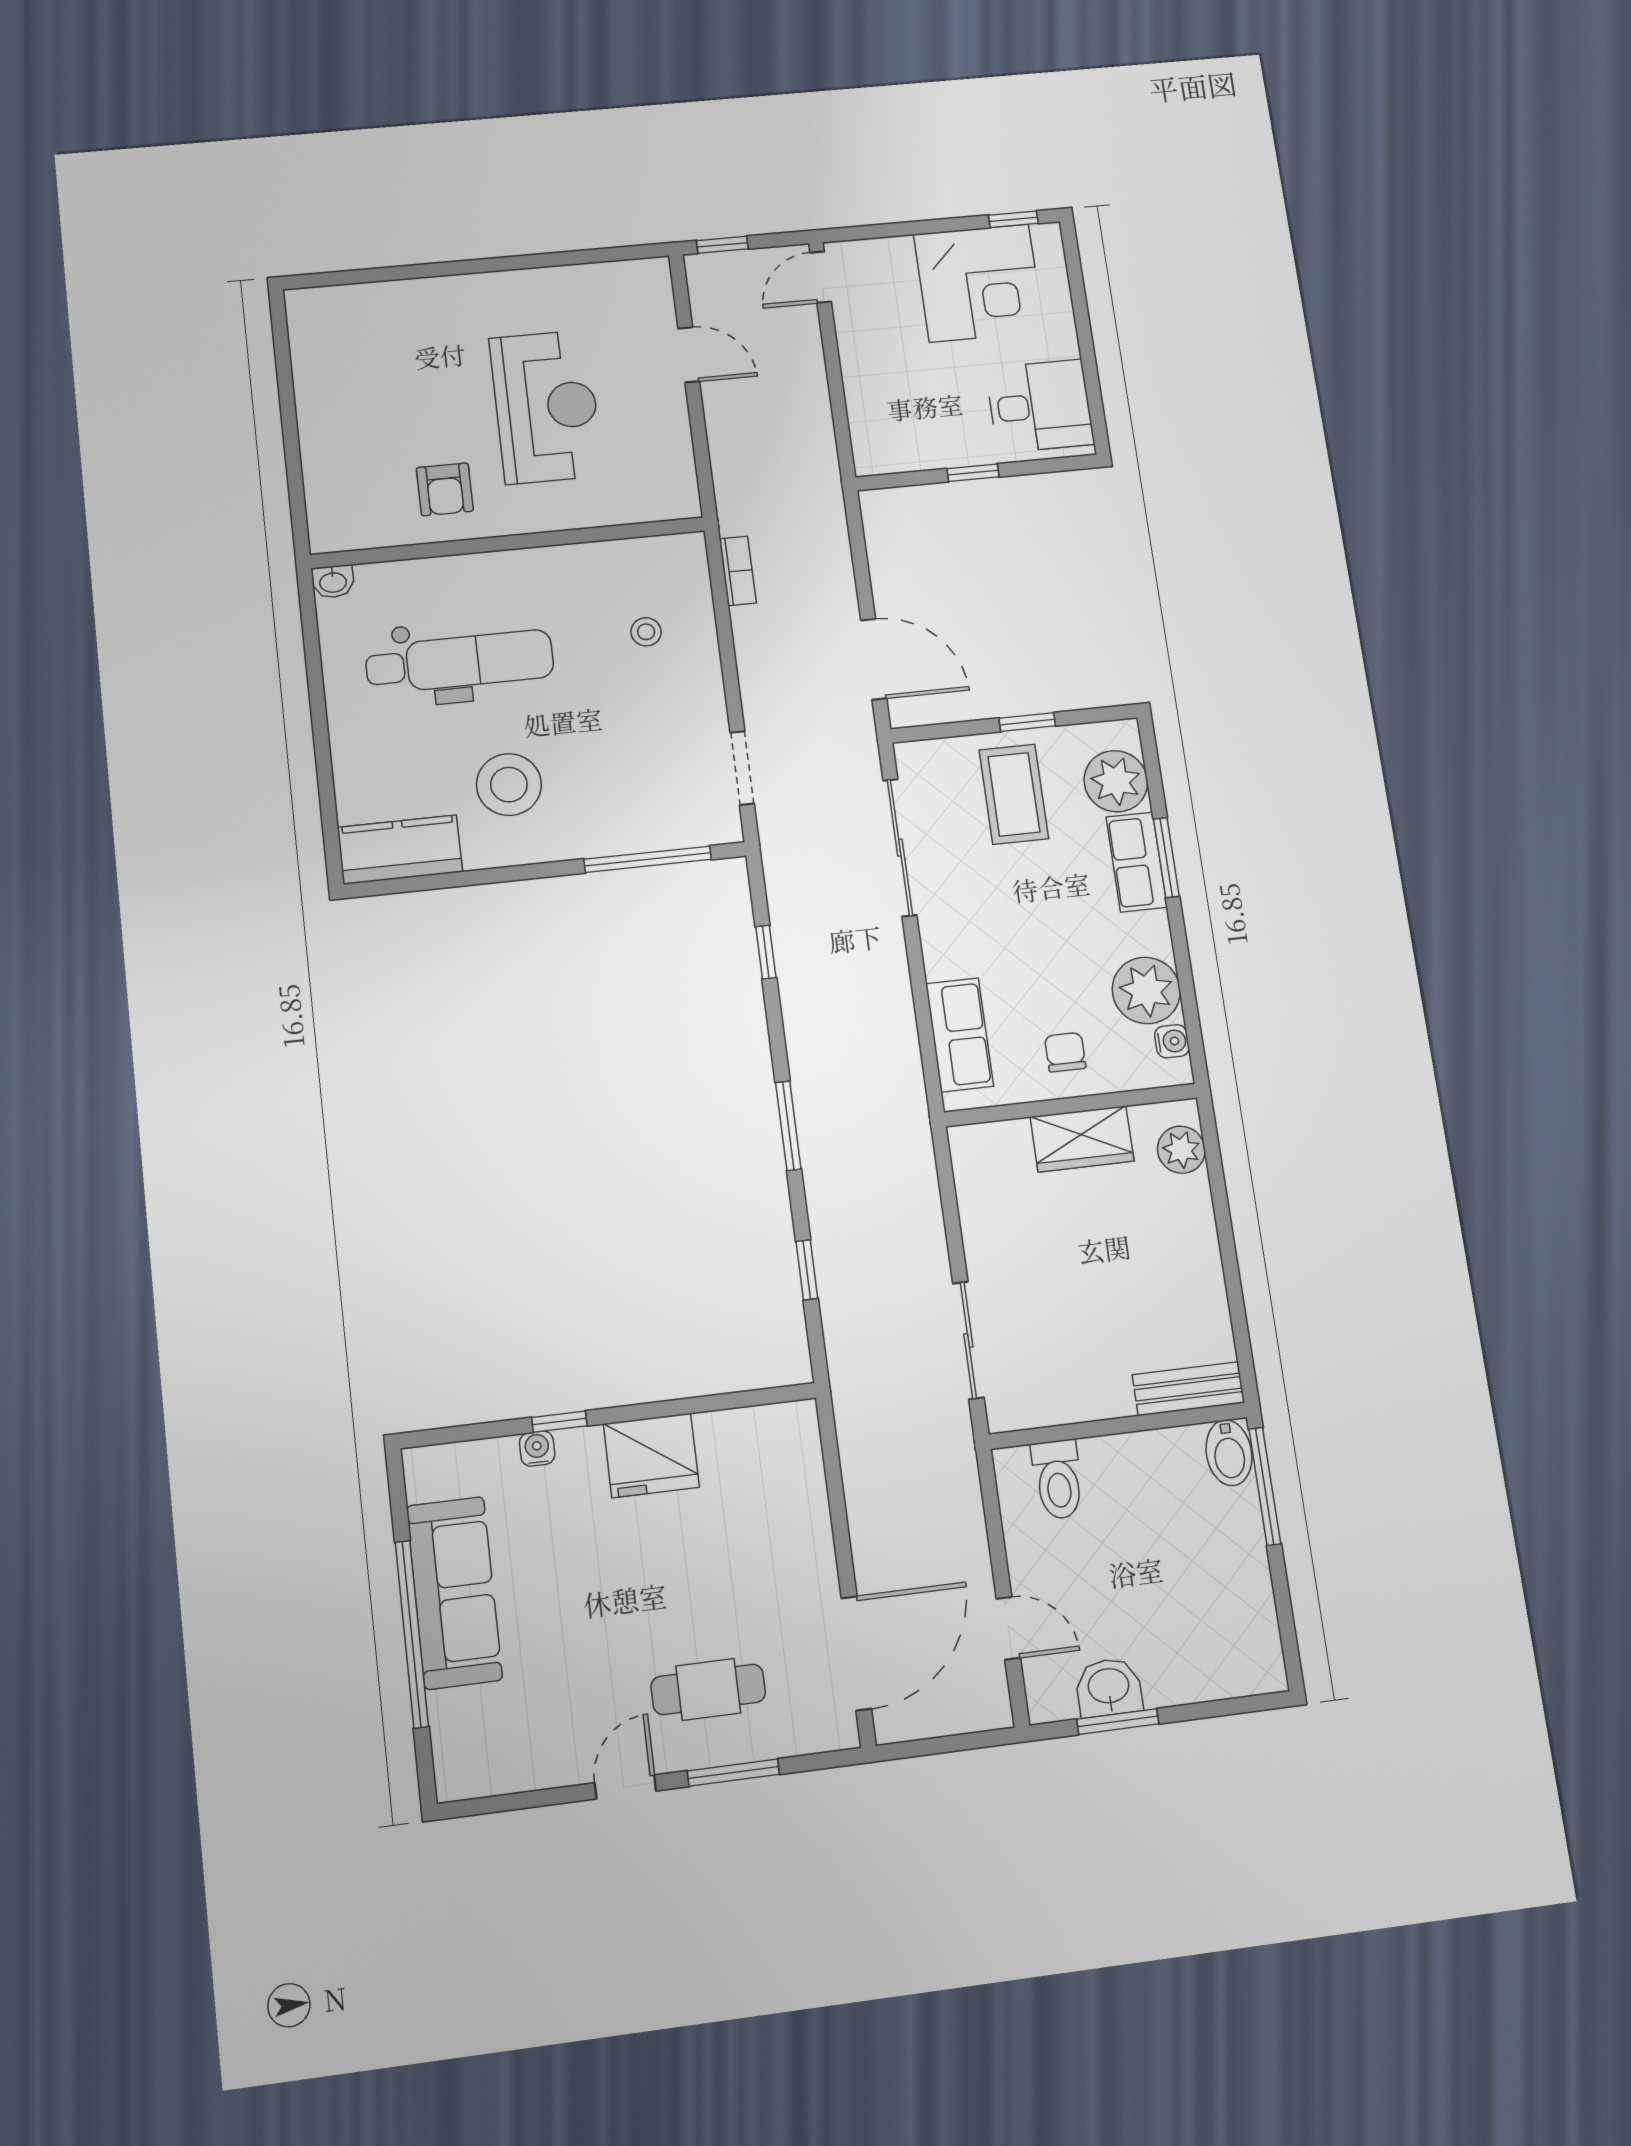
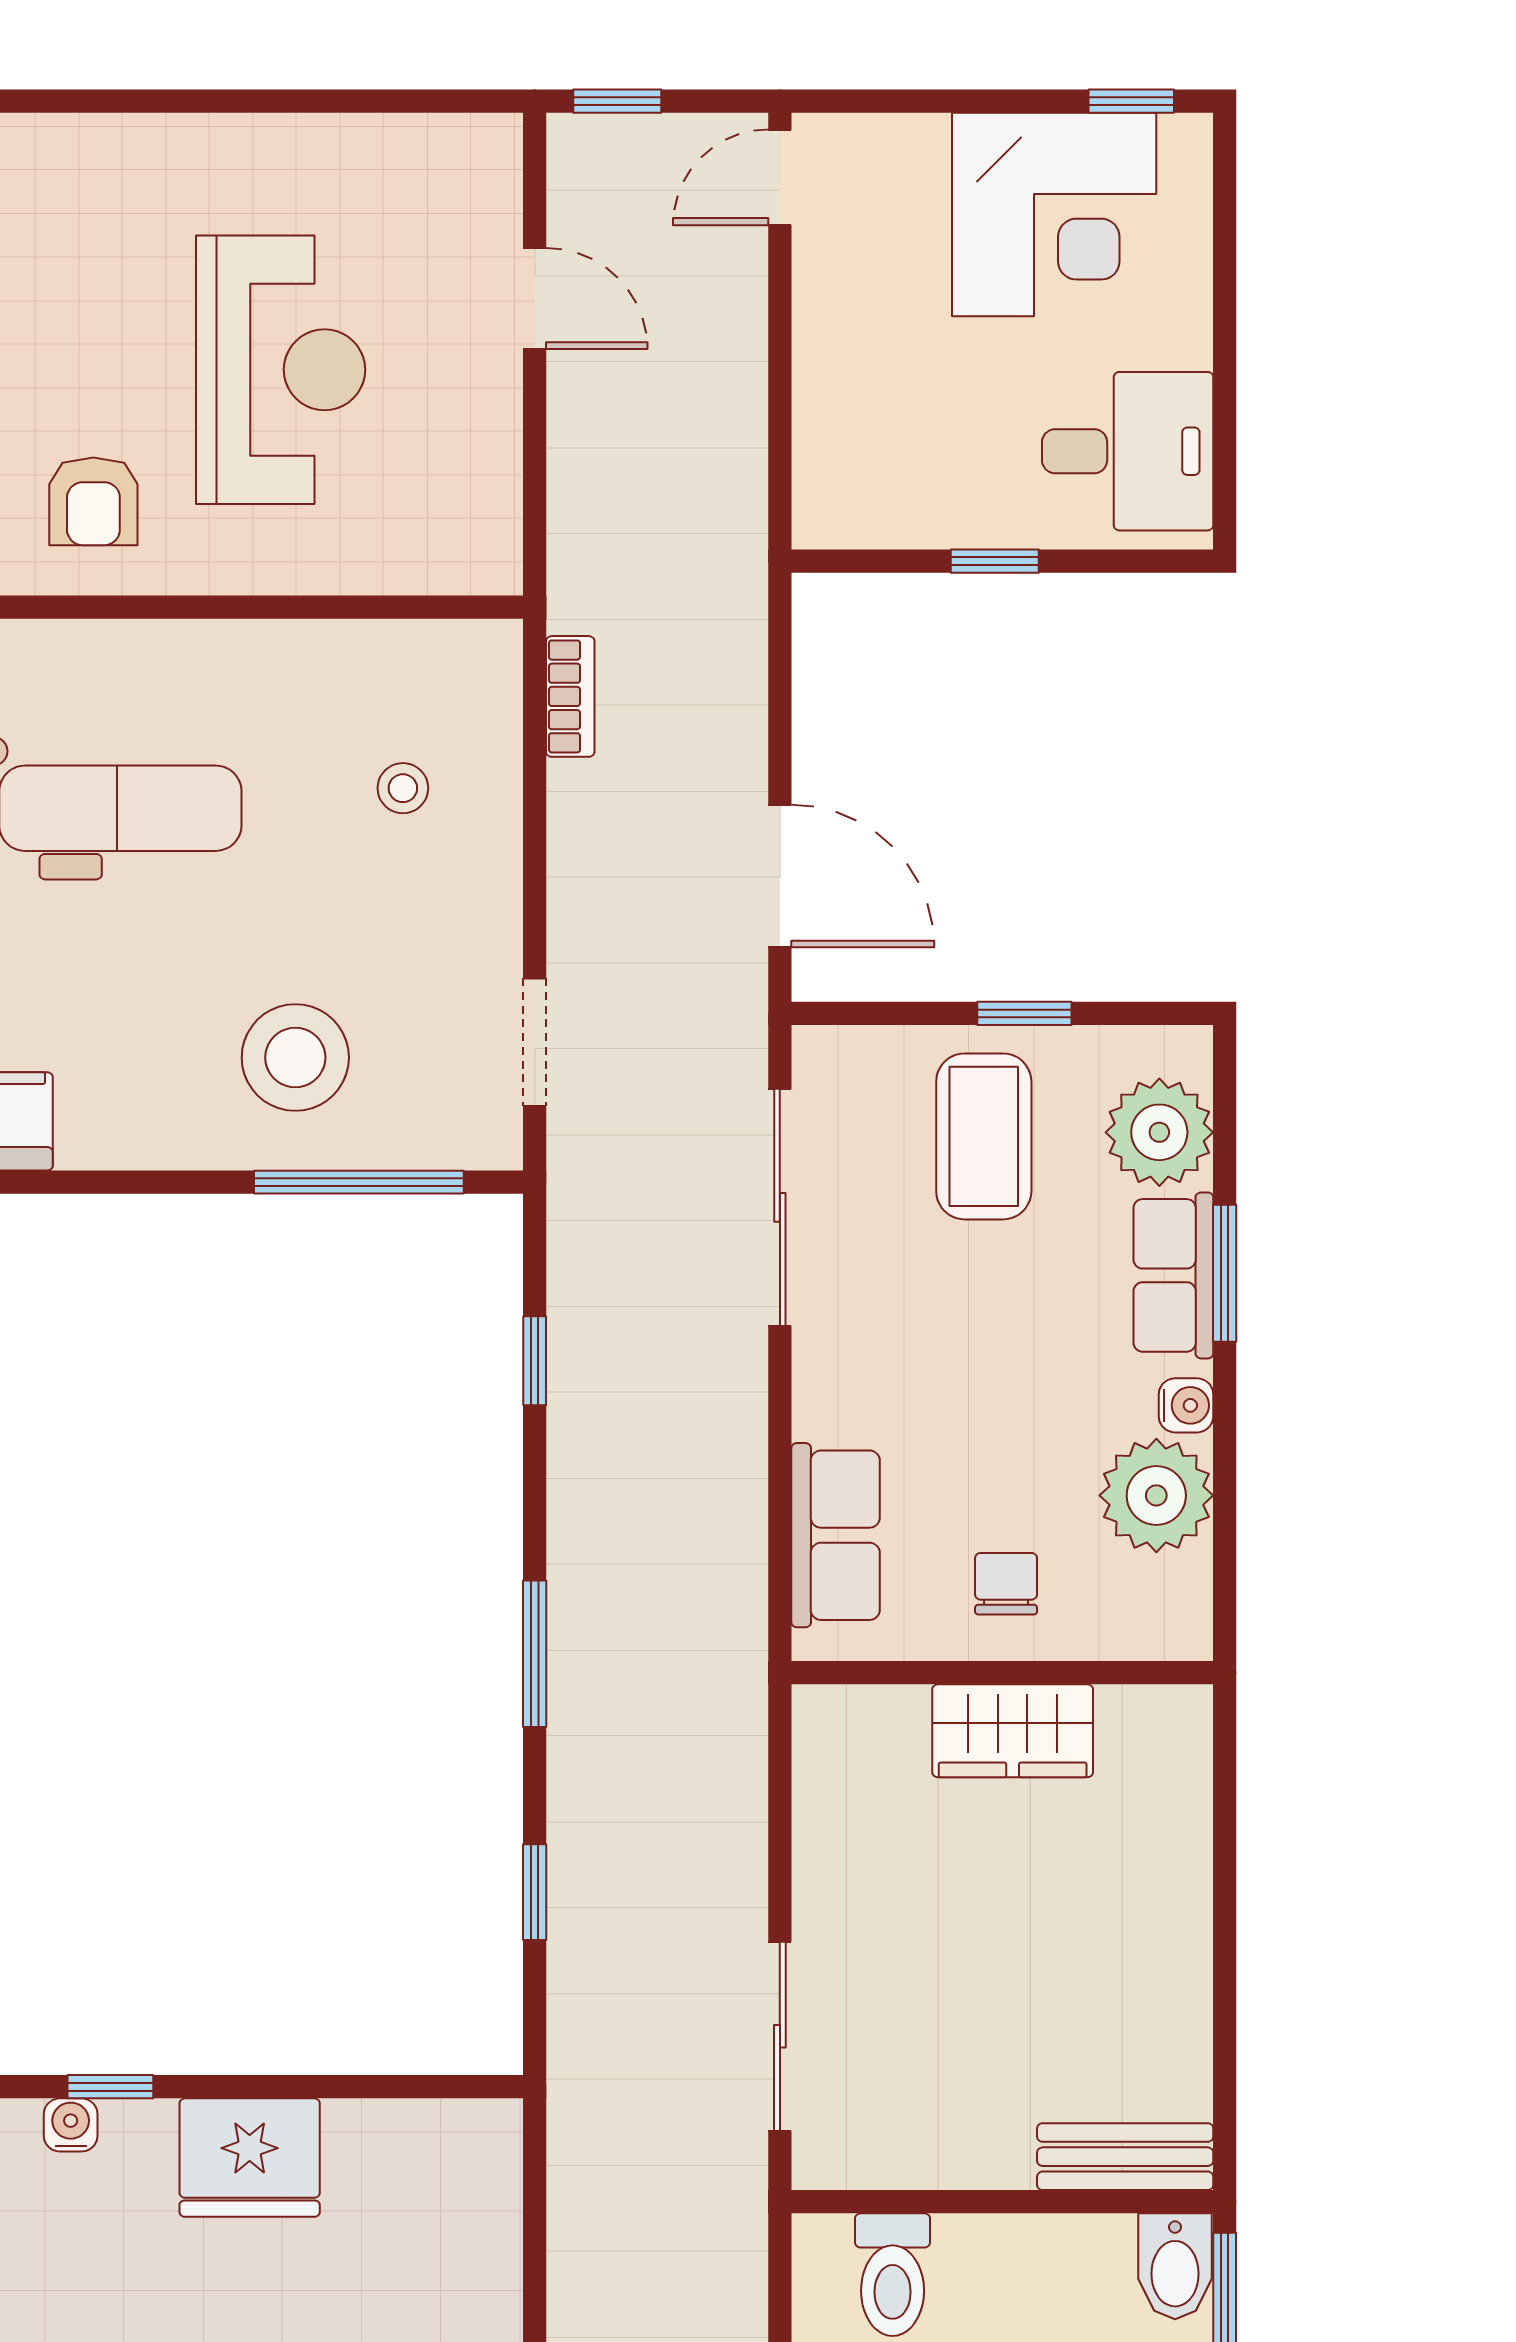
stool: (509, 785) -> (295, 1058), moved
water cooler: (1172, 1041) -> (1186, 1405), moved
plant: (1181, 1150) -> (1174, 1767), removed

